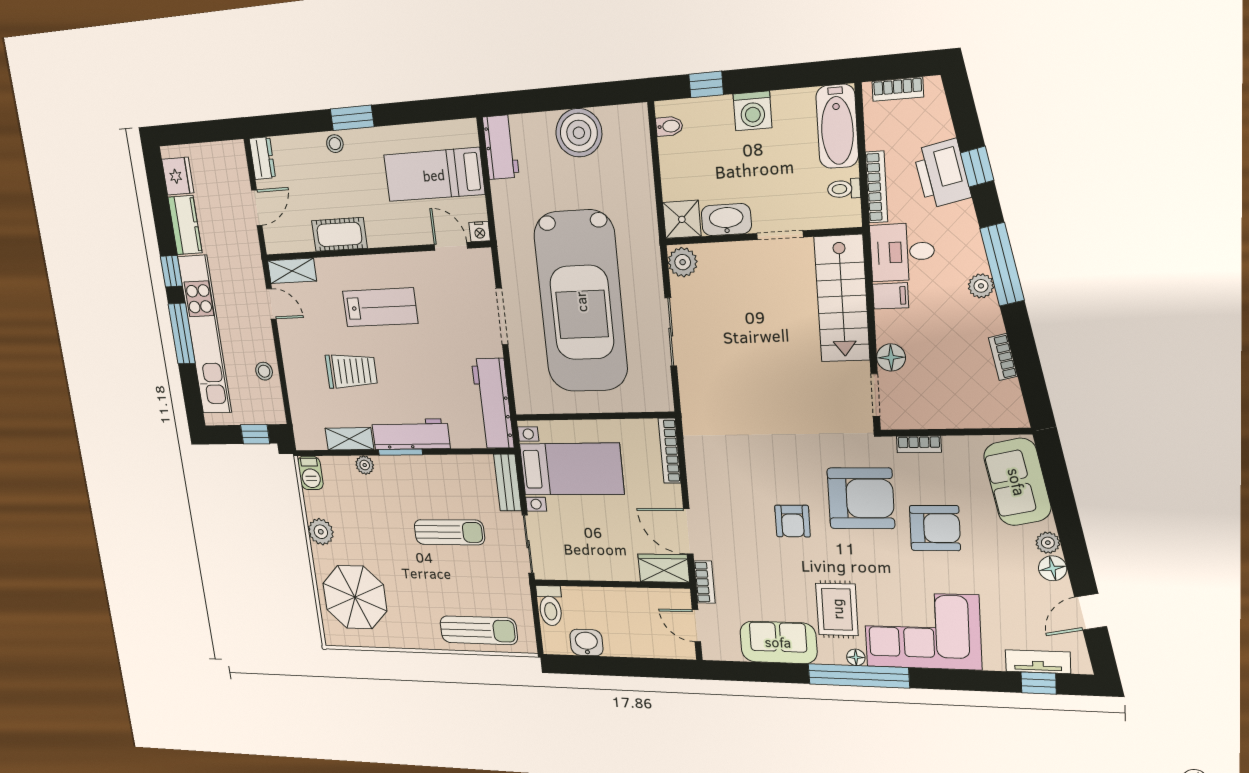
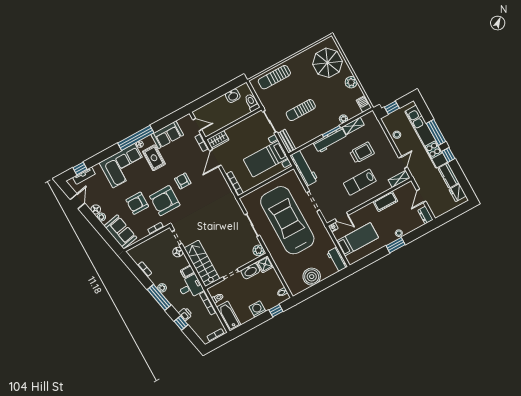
printer: (942, 174) -> (185, 314), width x0.53, depth x0.68
door: (271, 304) -> (403, 162), swing flipped
trolley: (351, 371) -> (362, 153), turned 180
door: (688, 531) -> (216, 158), swing flipped

